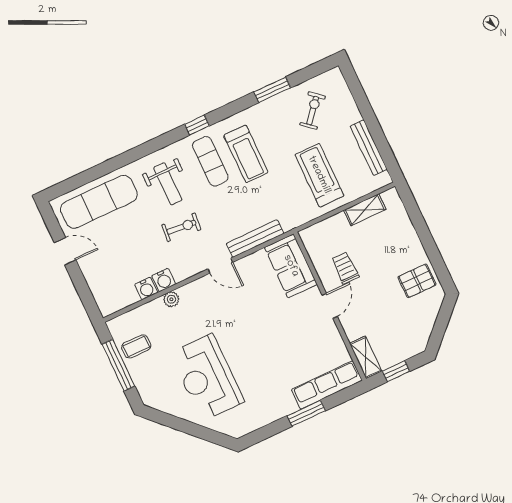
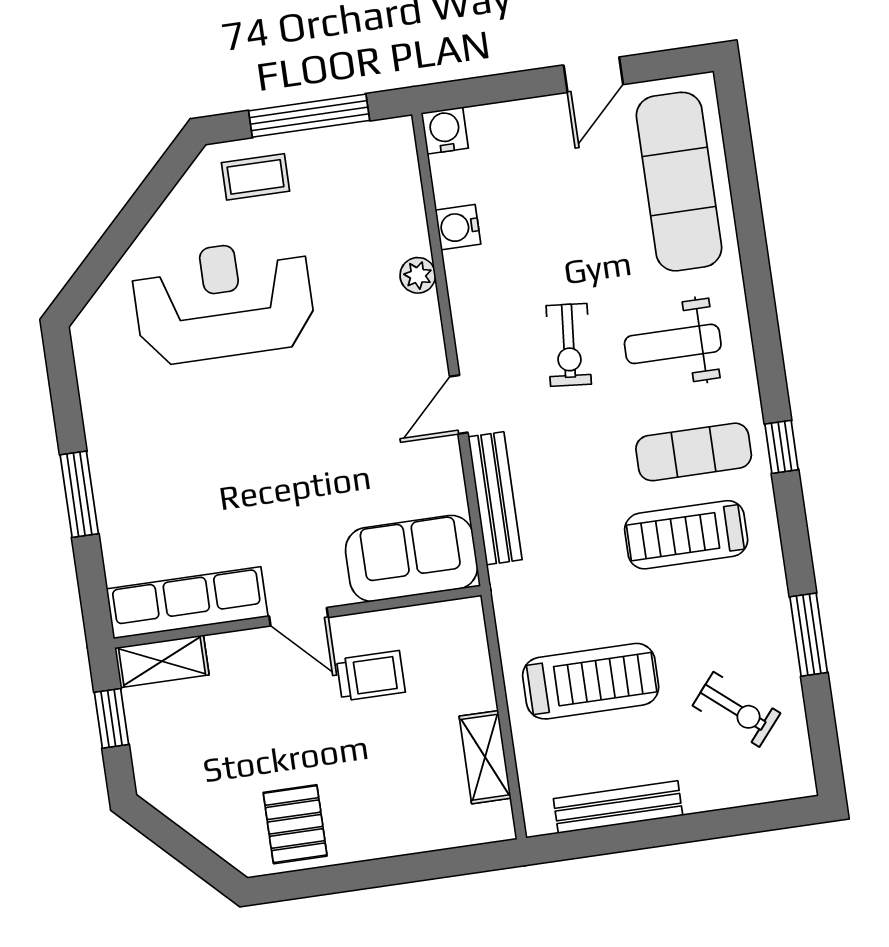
water cooler: (164, 280) -> (445, 131), moved, turned 90
coffee table: (136, 346) -> (256, 177), moved, turned 90
row of seats: (327, 385) -> (187, 603), moved, turned -90

